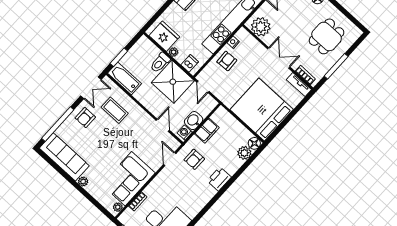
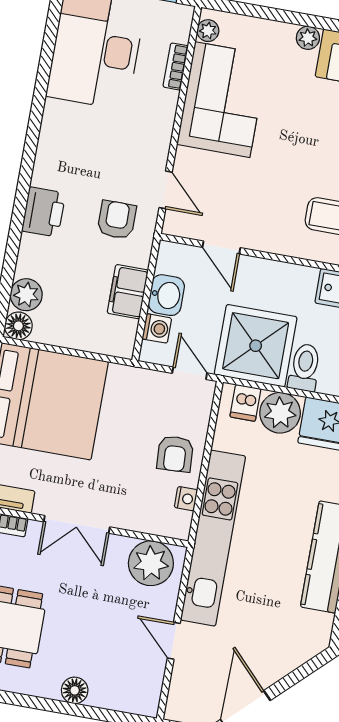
plant: (174, 52) -> (280, 413), width x1.88, depth x1.88
washing machine: (185, 133) -> (157, 328), moved

